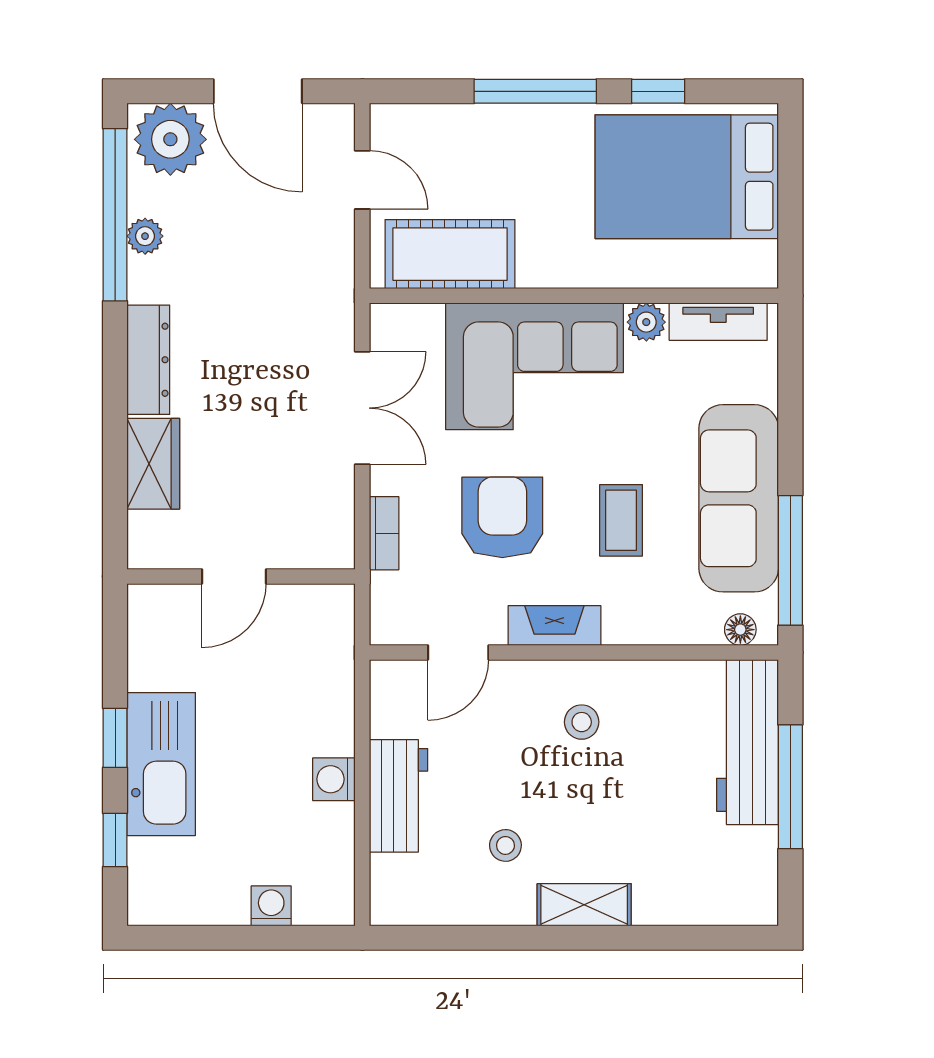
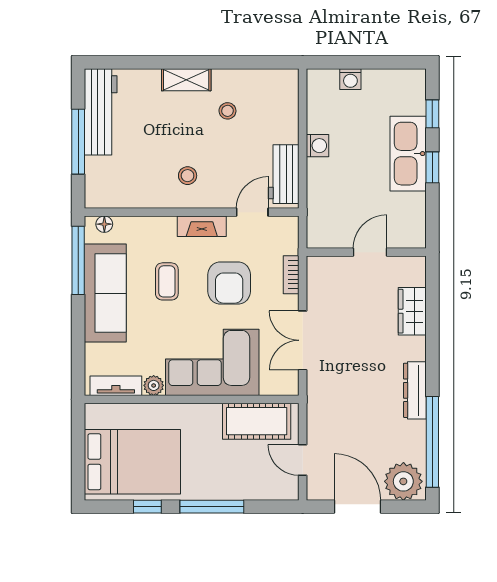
plant: (145, 236) -> (417, 431), removed
dresser: (148, 360) -> (415, 390), moved
workbench: (747, 742) -> (101, 112), moved
workbench: (399, 796) -> (284, 174), moved

